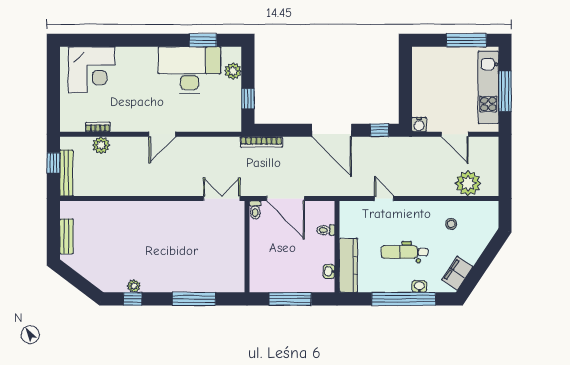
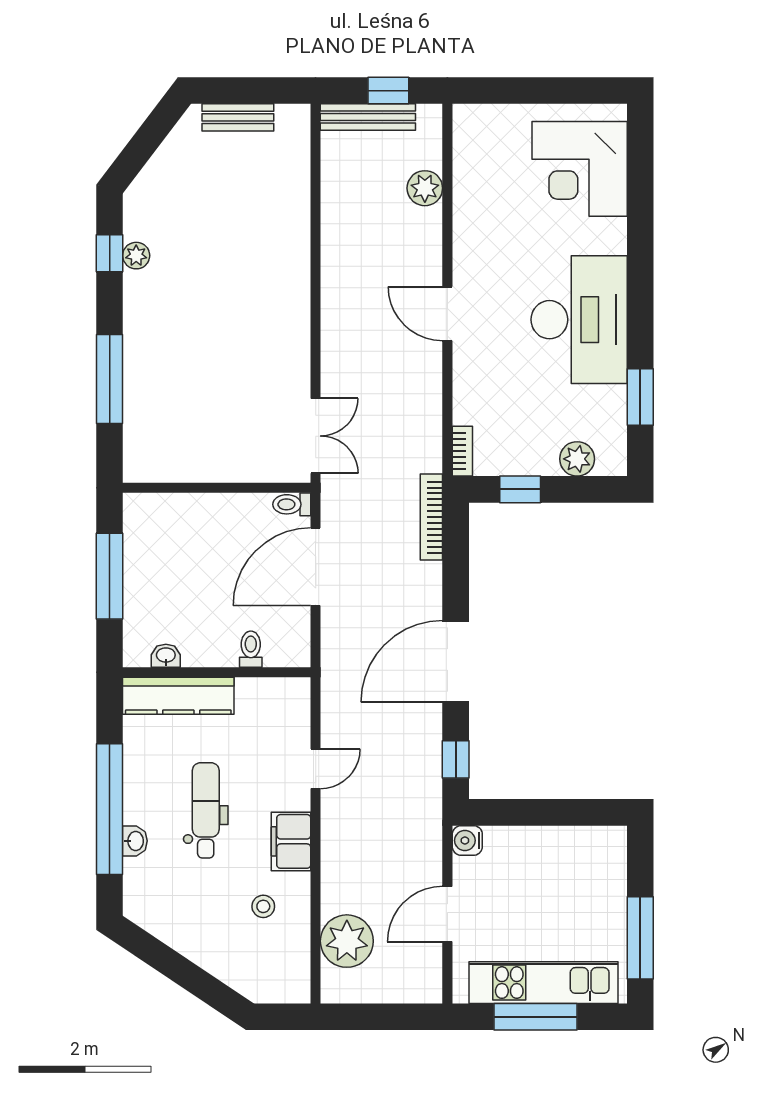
desk: (189, 70) -> (579, 320), moved
bookcase: (98, 127) -> (462, 451), moved
filing cabinet: (457, 273) -> (291, 841), moved, turned -124

